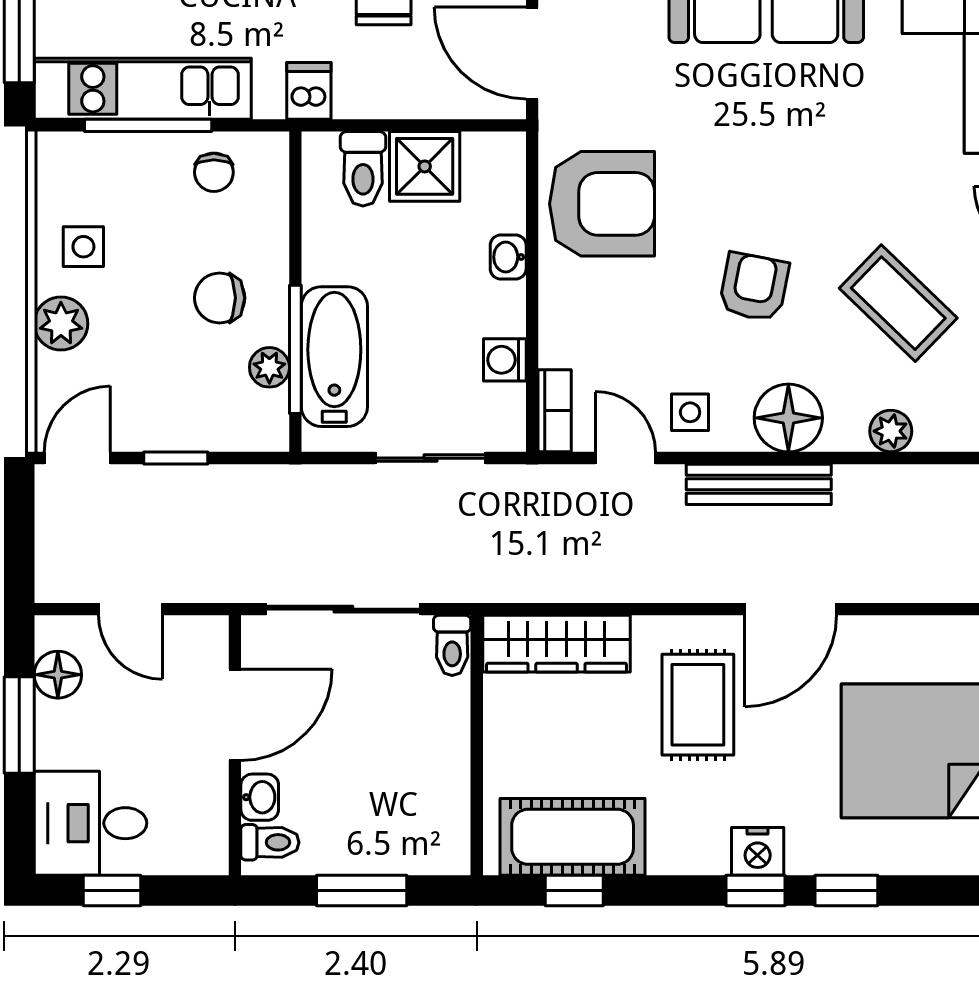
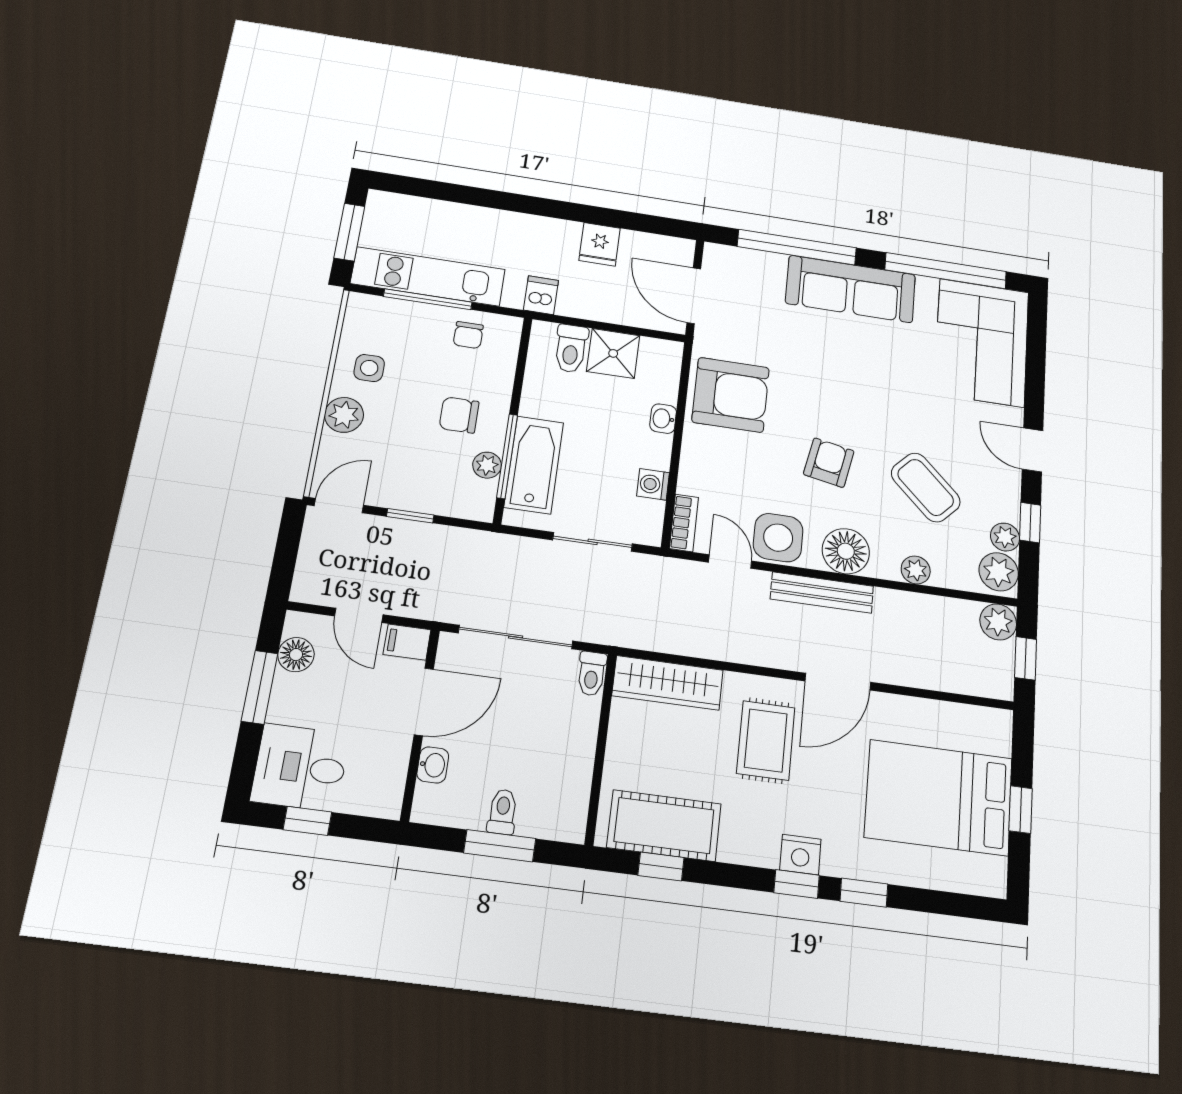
side table: (690, 412) -> (778, 538), width x1.87, depth x1.87
filing cabinet: (200, 637) -> (407, 642), added
toilet: (270, 842) -> (502, 812), moved, turned -90

